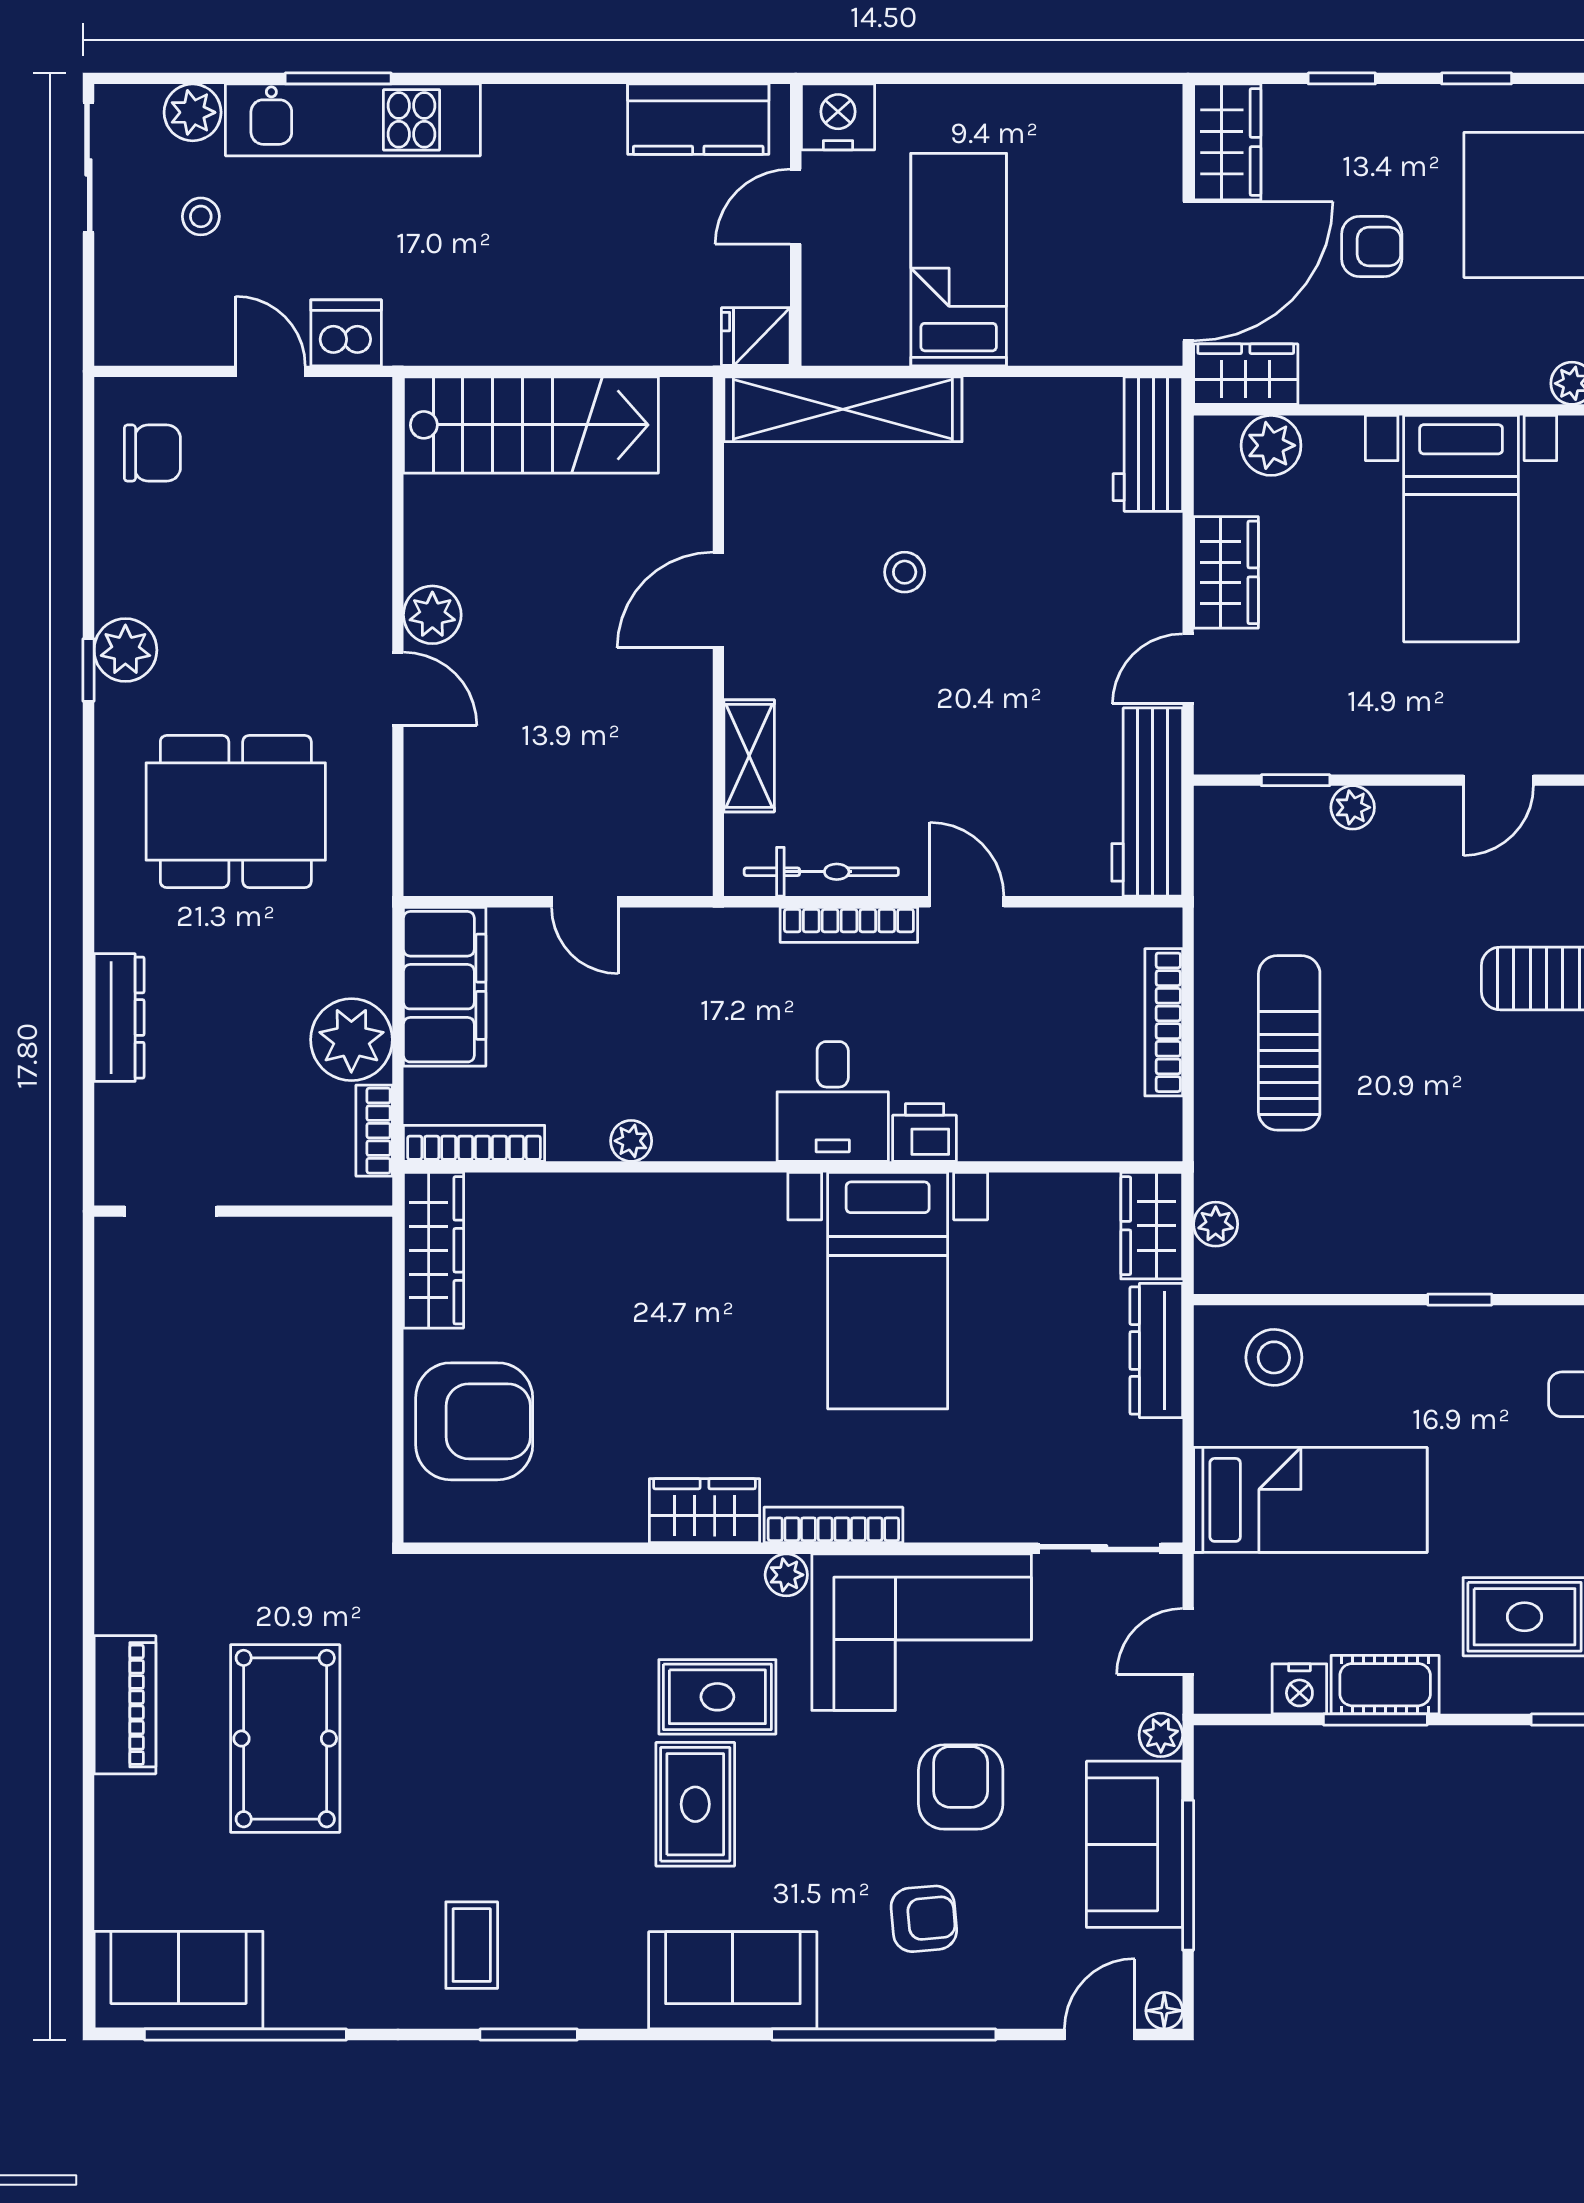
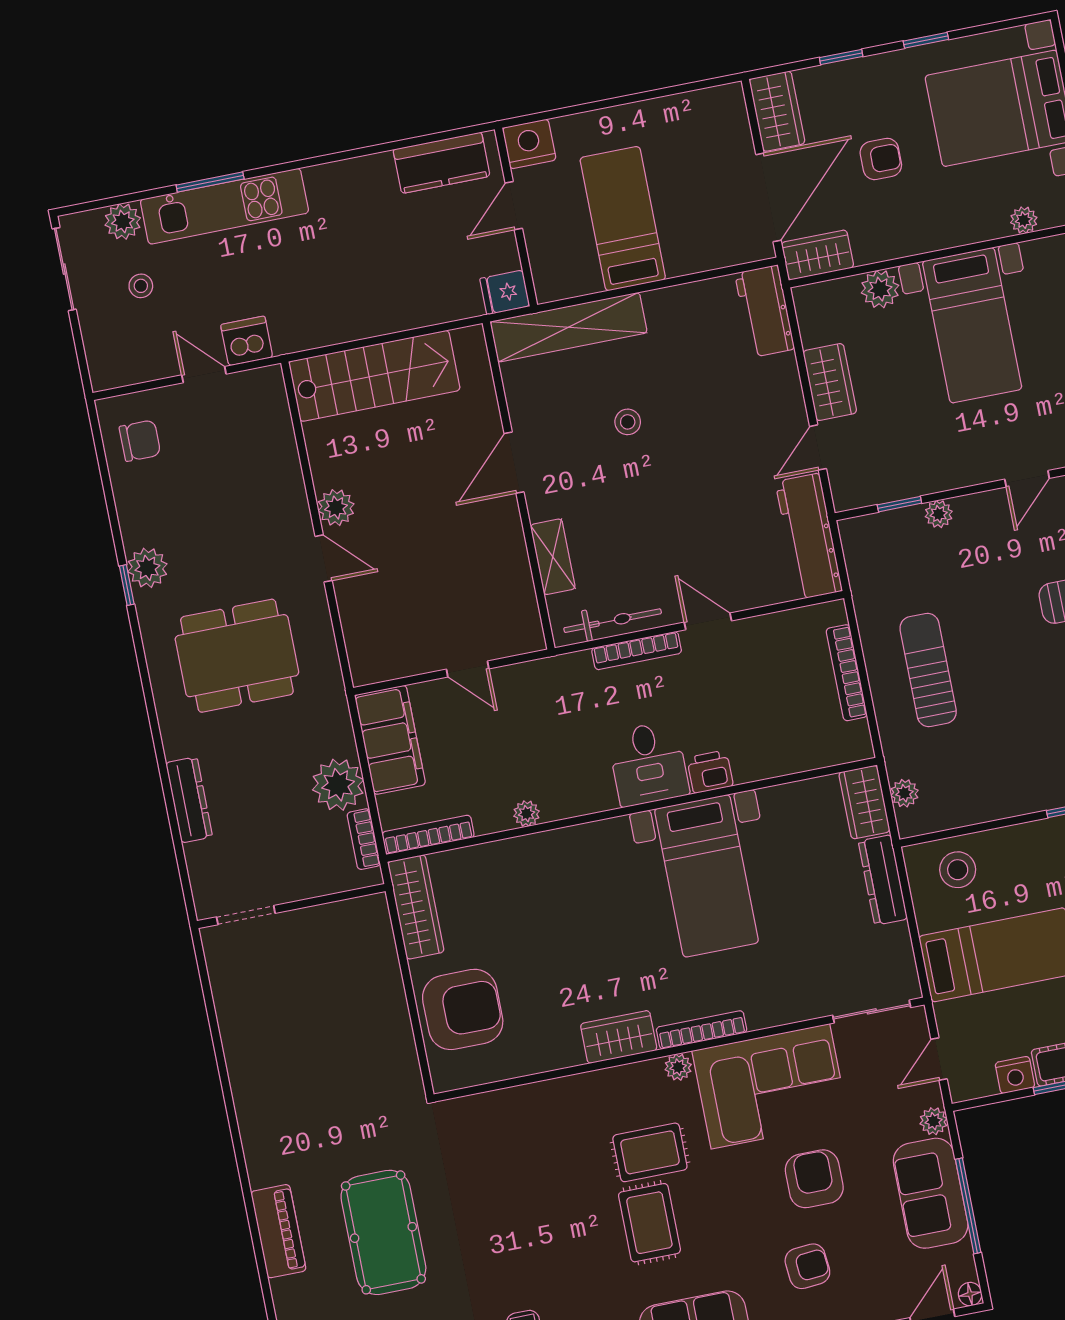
plant: (1271, 445) -> (880, 289), moved

